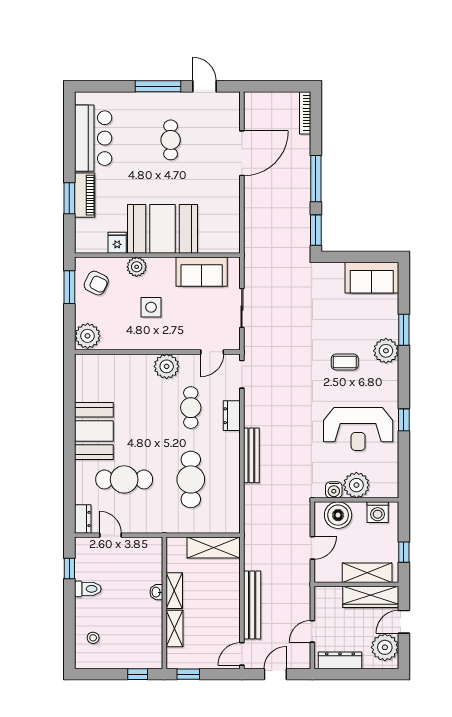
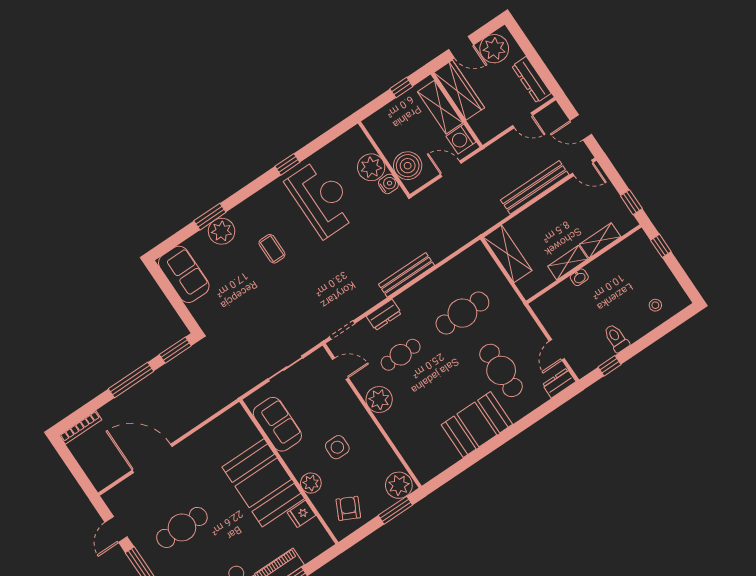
cafe table: (171, 140) -> (182, 527), width x1.37, depth x1.35
window: (69, 287) -> (395, 510), moved
plant: (386, 351) -> (222, 231), moved
washing machine: (378, 512) -> (461, 139), moved, turned 180

